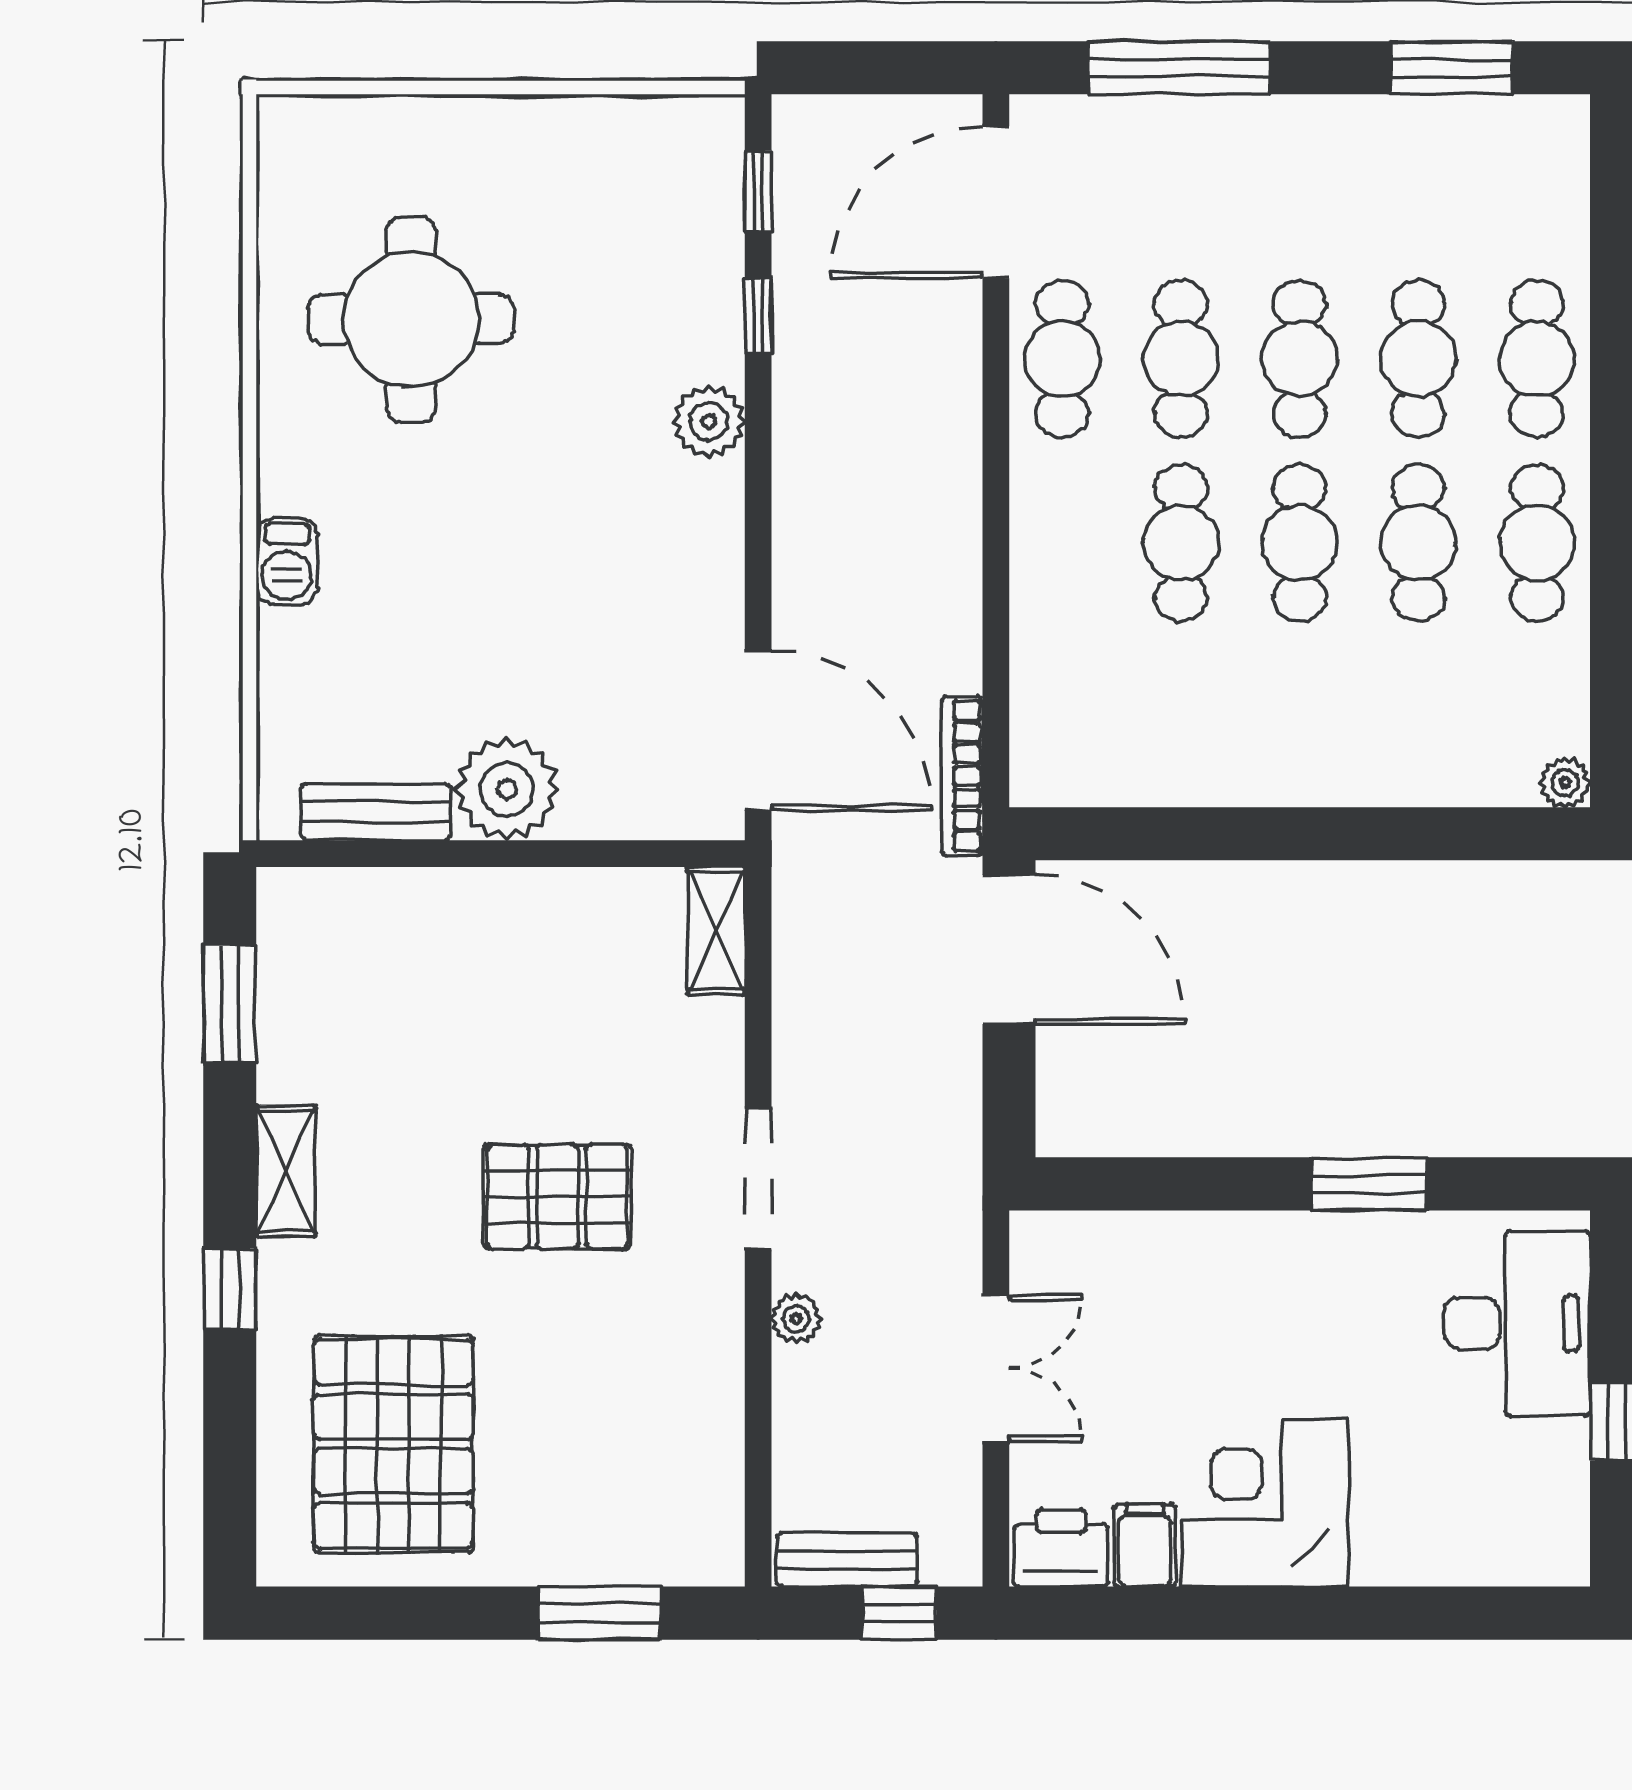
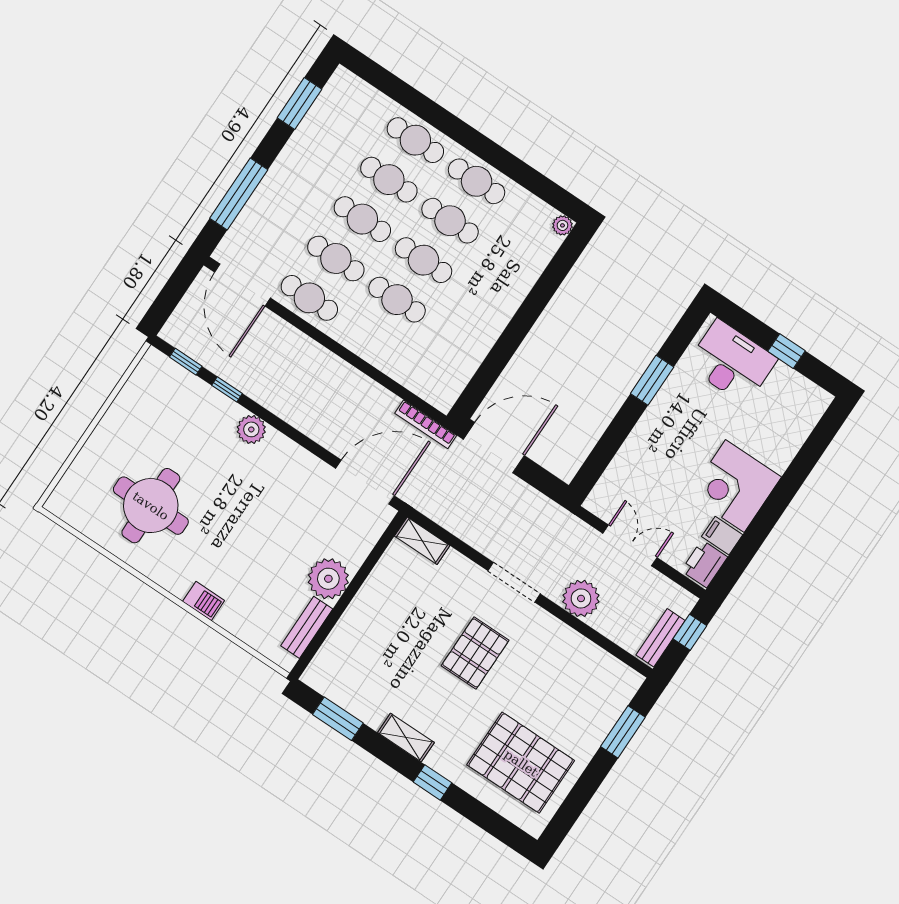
plant: (796, 1319) -> (581, 598), width x1.88, depth x1.88

